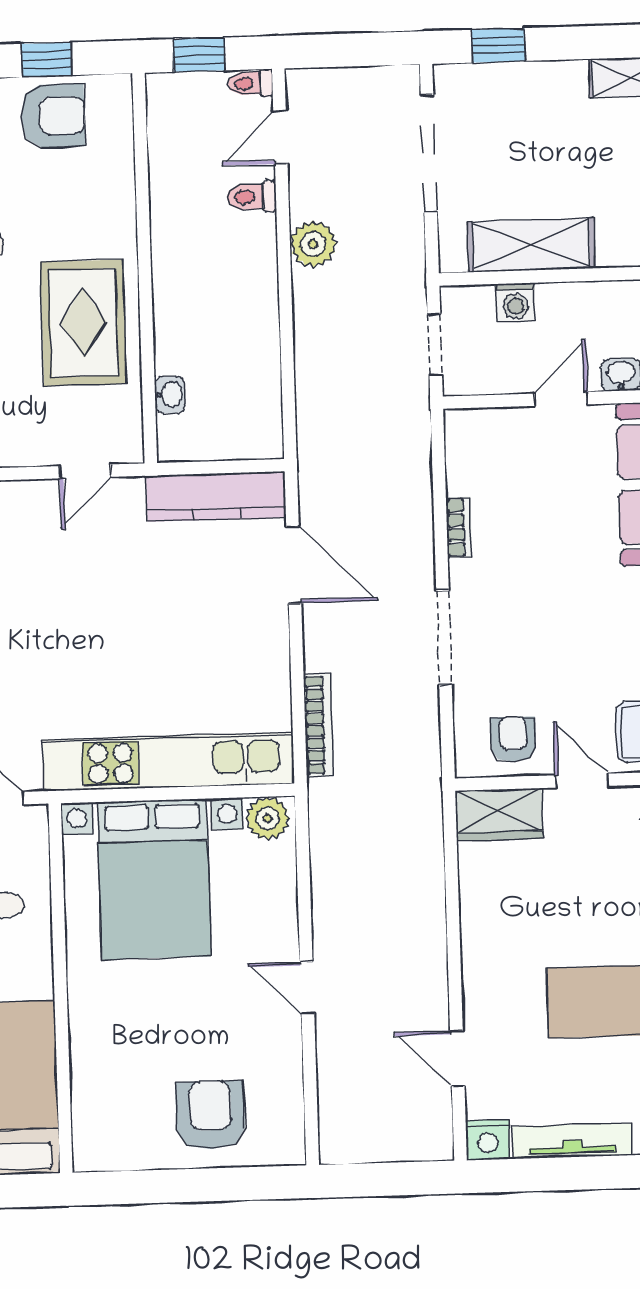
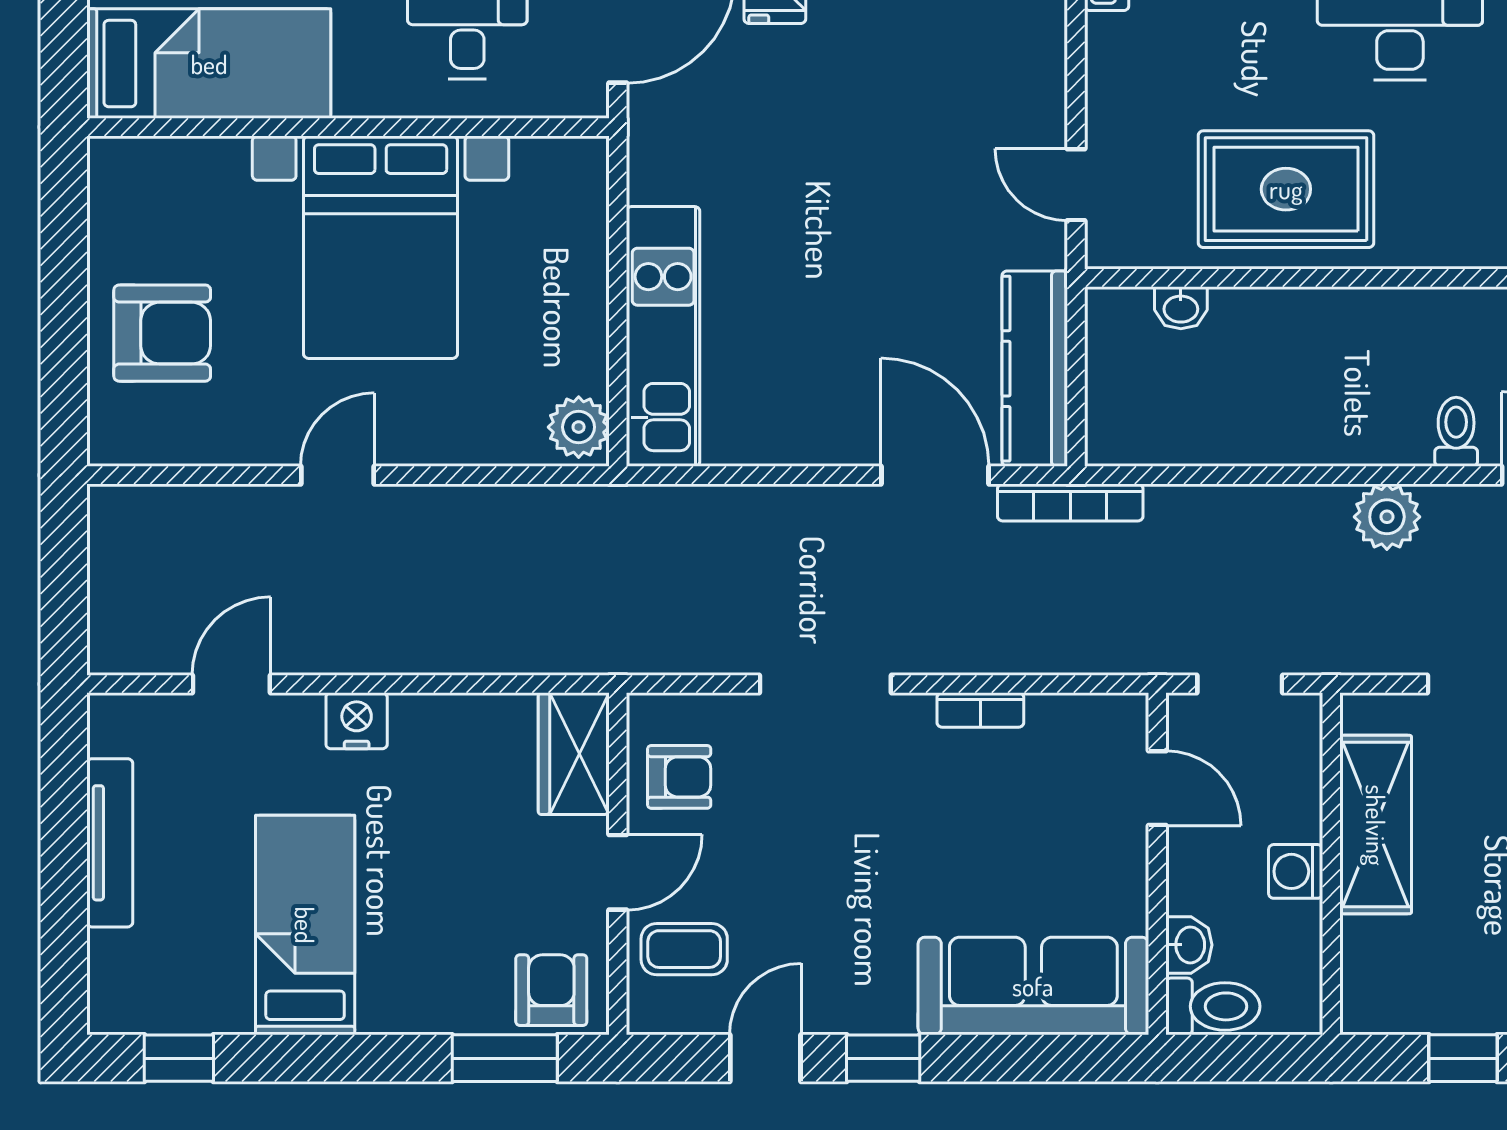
washing machine: (515, 302) -> (1296, 871), moved
door: (561, 399) -> (1157, 788), moved
door: (294, 565) -> (935, 475), swing flipped
bookcase: (318, 725) -> (1070, 502), moved
kitchen unit: (168, 761) -> (663, 336), width x0.73
bed with nightstands: (154, 879) -> (381, 247), moved, turned -90
nightstand: (488, 1140) -> (357, 721), moved, turned 90

